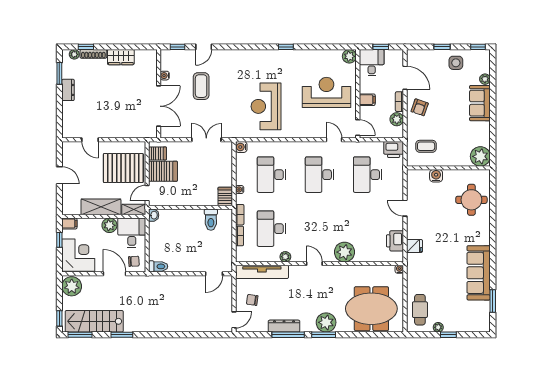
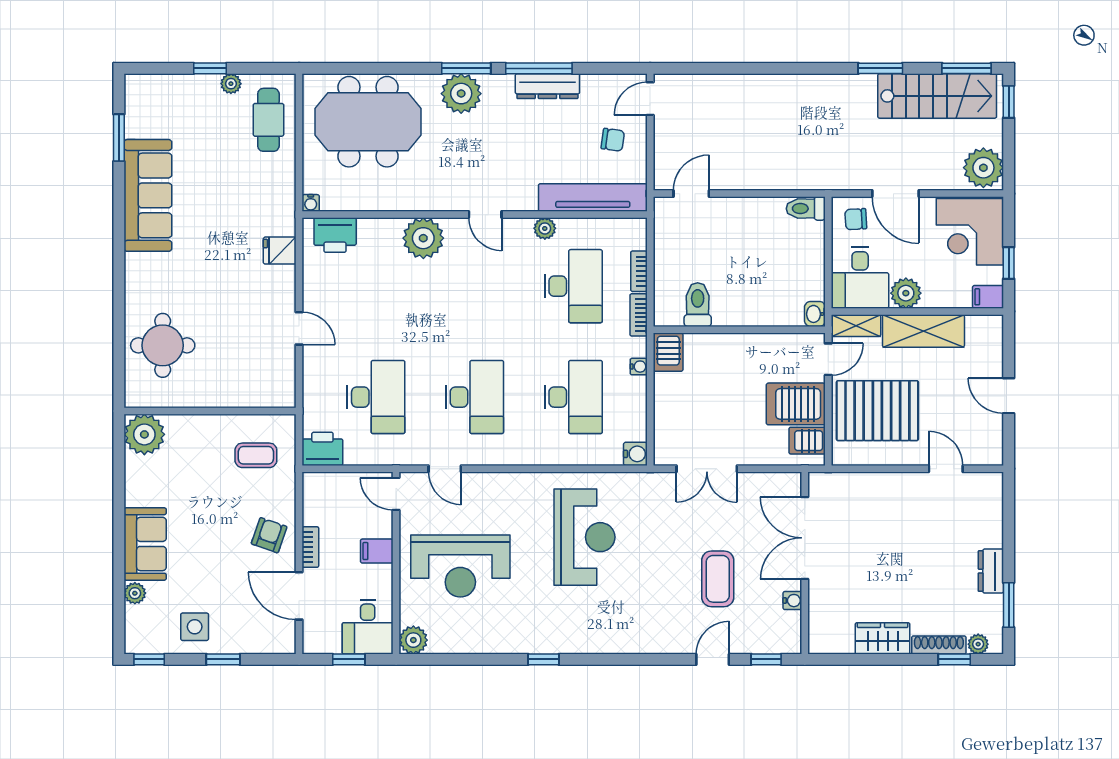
plant: (397, 119) -> (316, 511), removed
water cooler: (436, 176) -> (235, 395), removed
printer: (395, 241) -> (335, 235), moved, turned 90

